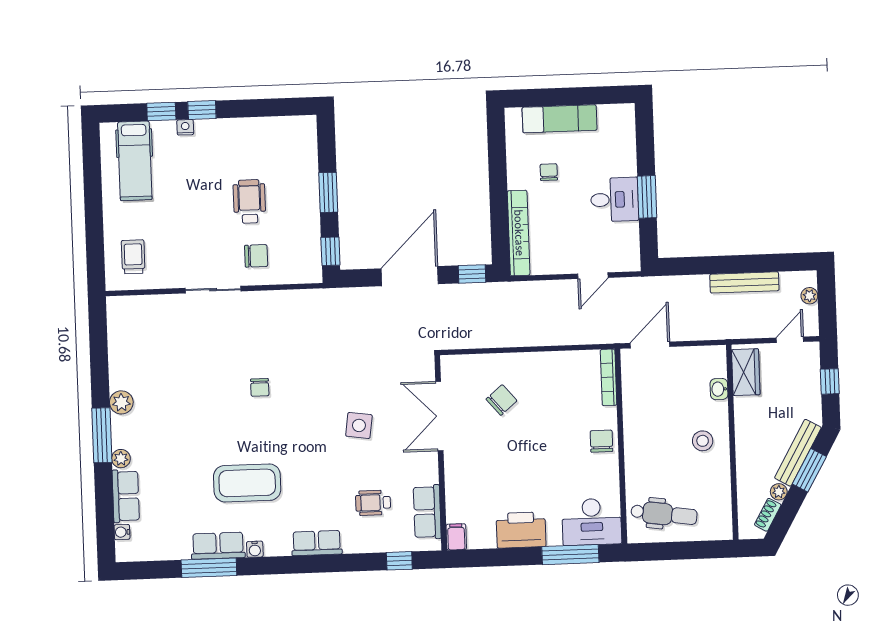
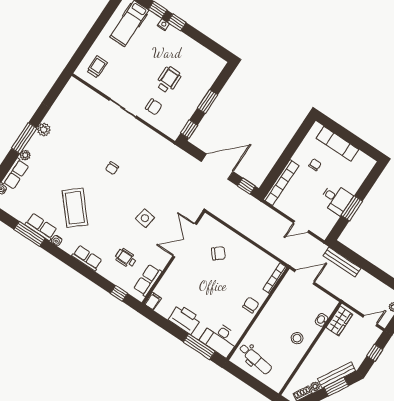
bench: (744, 282) -> (342, 262), moved
coffee table: (247, 483) -> (75, 208), turned 49

